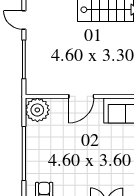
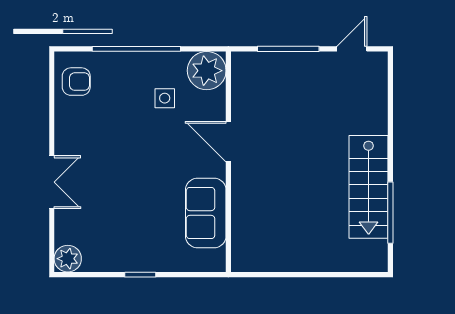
side table: (54, 136) -> (165, 98), added

